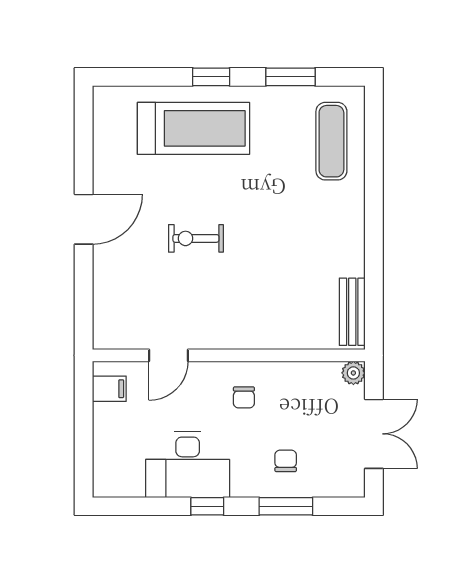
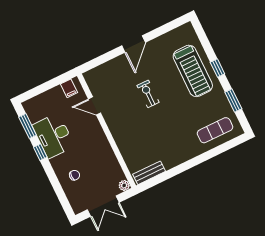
door: (84, 219) -> (134, 44), hinge flipped
chair: (244, 397) -> (92, 145), removed
window: (286, 506) -> (28, 126), moved

